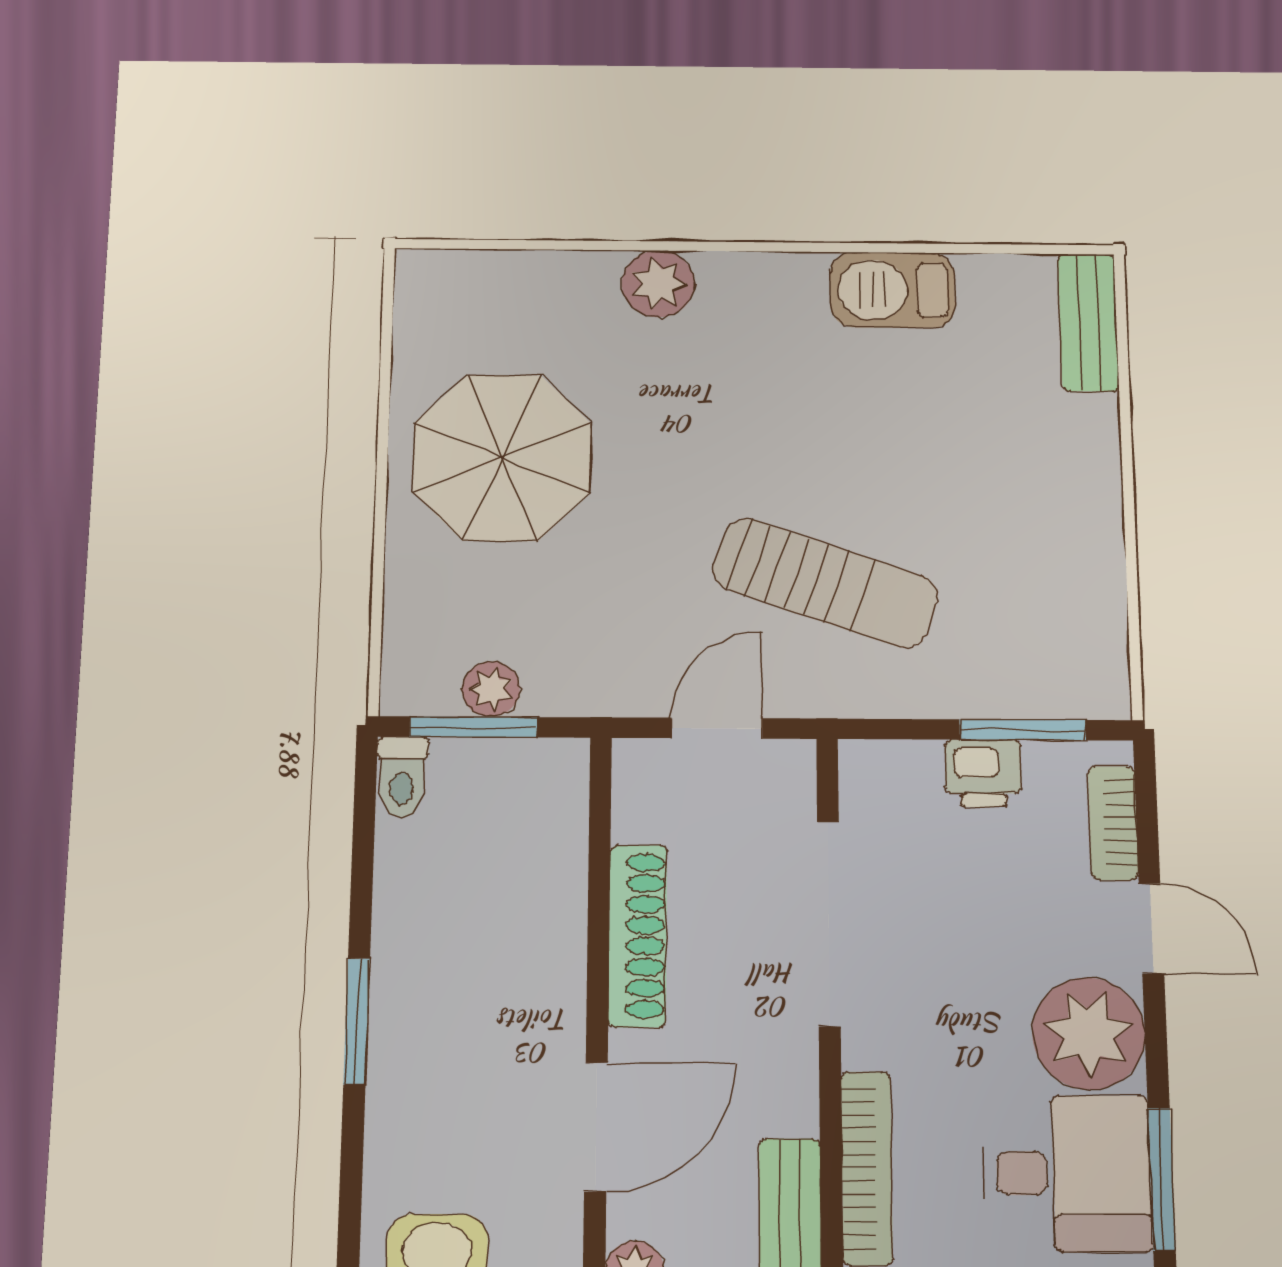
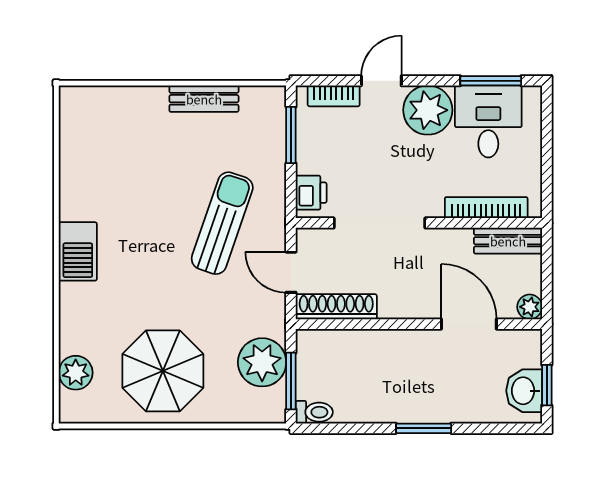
plant: (658, 284) -> (76, 373), moved
barbecue: (892, 290) -> (78, 251), moved
bench: (1088, 322) -> (204, 99), moved
plant: (491, 689) -> (262, 362), width x1.87, depth x1.87
printer: (983, 773) -> (311, 193), moved
shoe rack: (638, 936) -> (336, 307), moved

